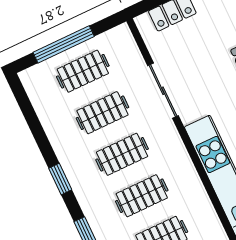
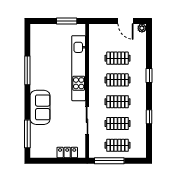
window: (64, 44) -> (109, 161), moved
window: (60, 179) -> (149, 117), moved

